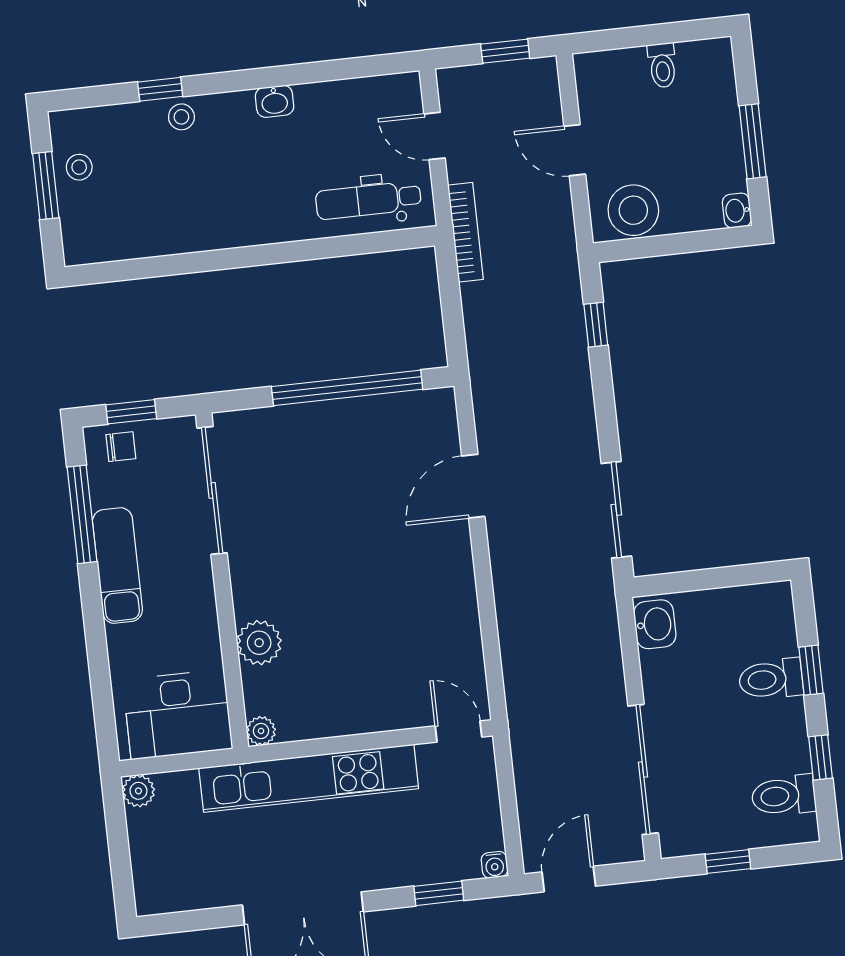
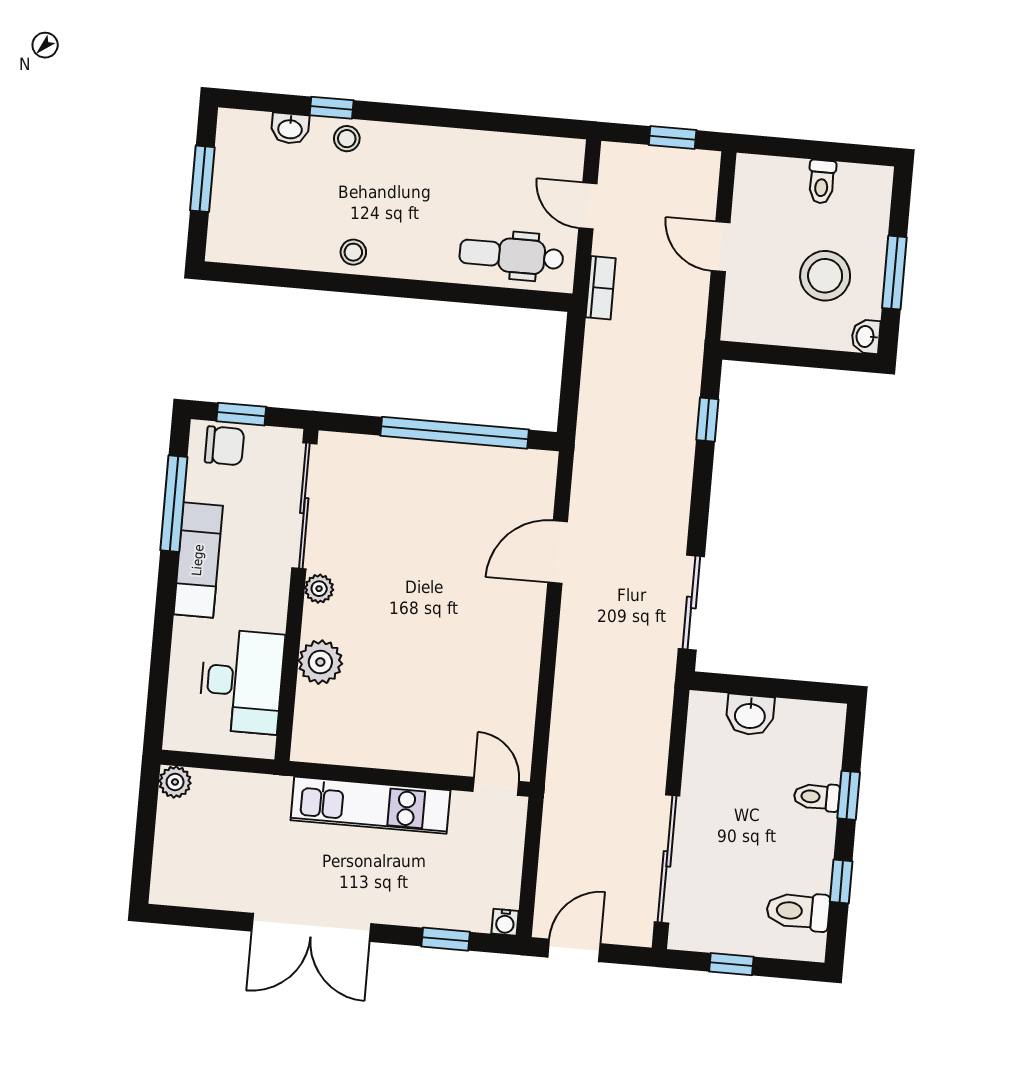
washbasin: (275, 101) -> (290, 128), moved
stool: (79, 167) -> (353, 252), moved
stool: (633, 210) -> (825, 276), moved
bookcase: (466, 232) -> (601, 288), width x0.64
chair: (121, 447) -> (225, 446), width x1.37, depth x1.37
washbasin: (655, 624) -> (750, 715), moved, turned 90
toilet: (771, 679) -> (817, 797), width x0.73, depth x0.72
desk: (178, 714) -> (242, 681), moved, turned -90
plant: (261, 731) -> (319, 589), moved
kitchen unit: (309, 778) -> (370, 805), width x0.73

